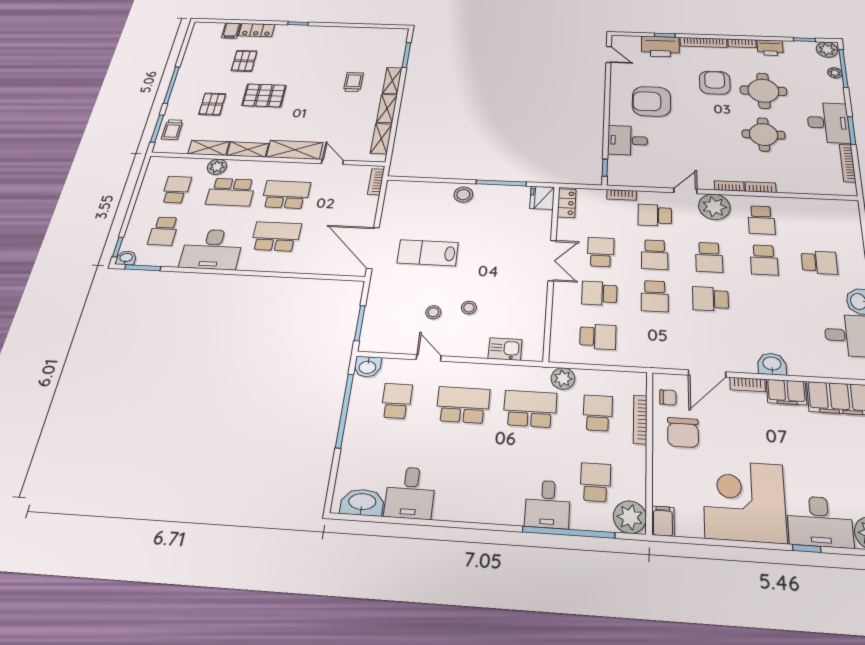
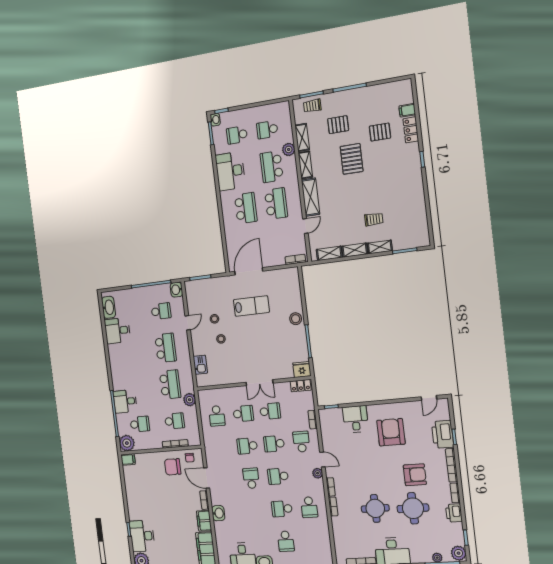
school desk: (176, 190) -> (267, 130), turned 180
plant: (714, 207) -> (318, 473), width x0.53, depth x0.53
school desk: (761, 220) -> (309, 507), turned -90
lab bench: (428, 253) -> (251, 306), turned 90
school desk: (599, 293) -> (243, 414), turned 90
corner desk: (744, 501) -> (145, 499), removed

